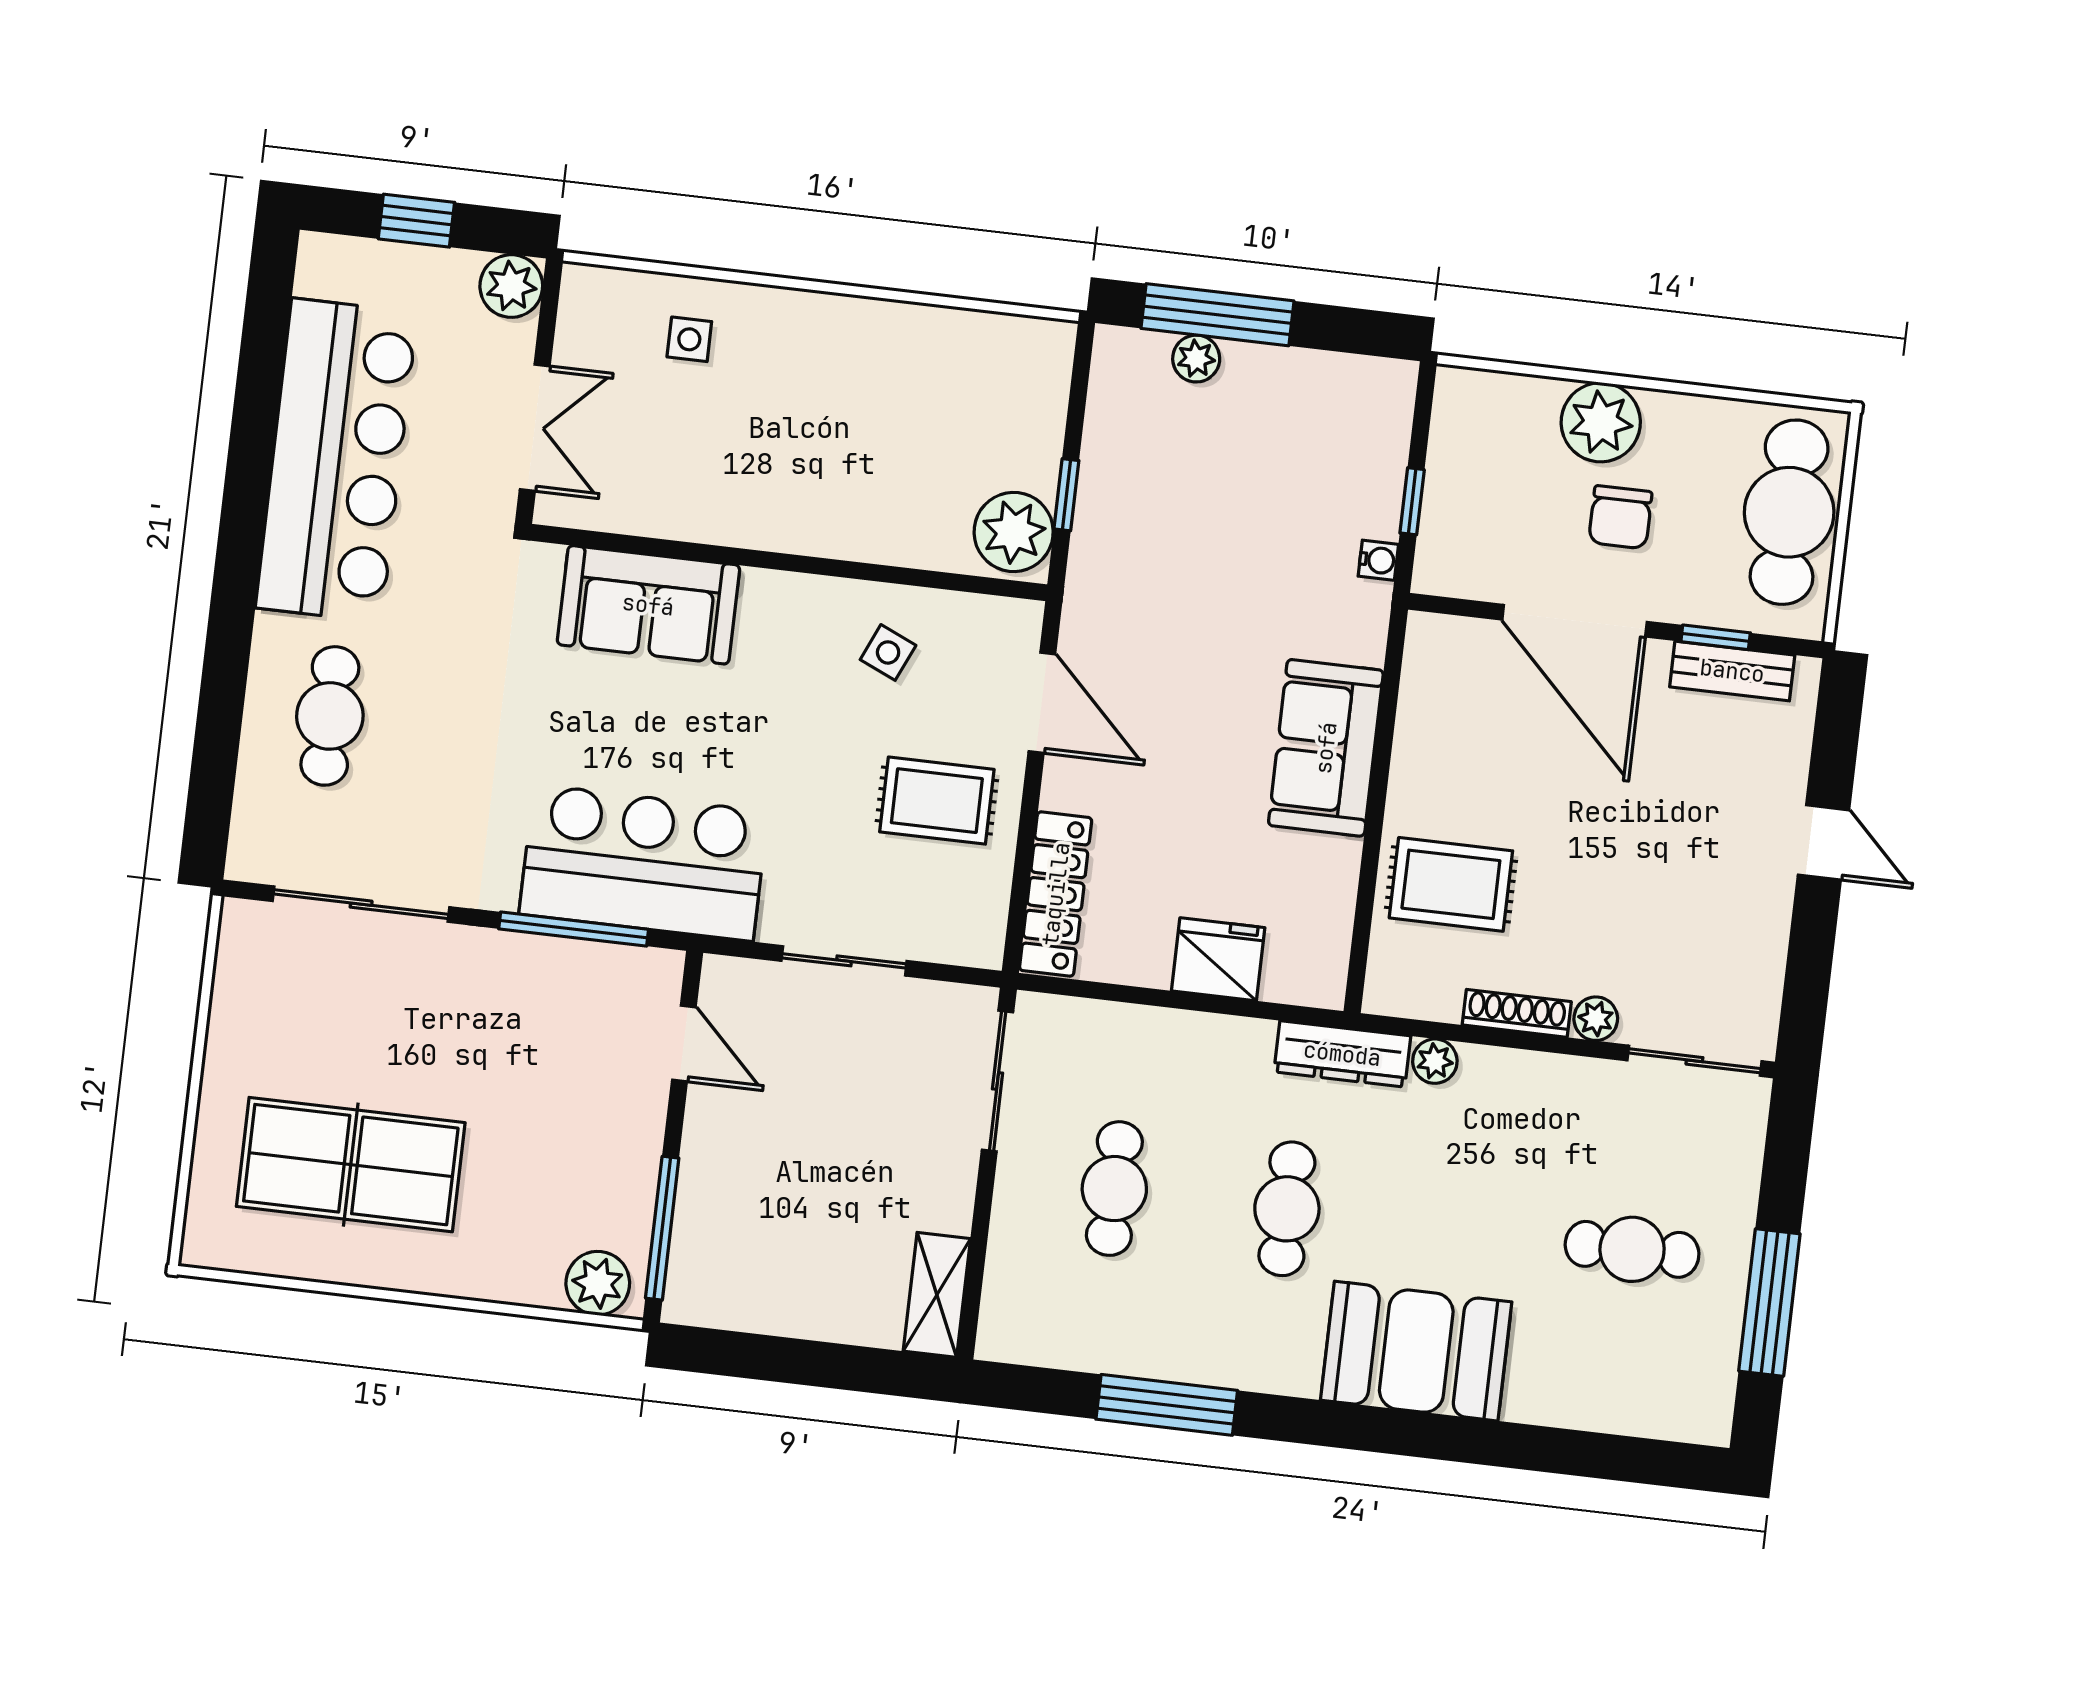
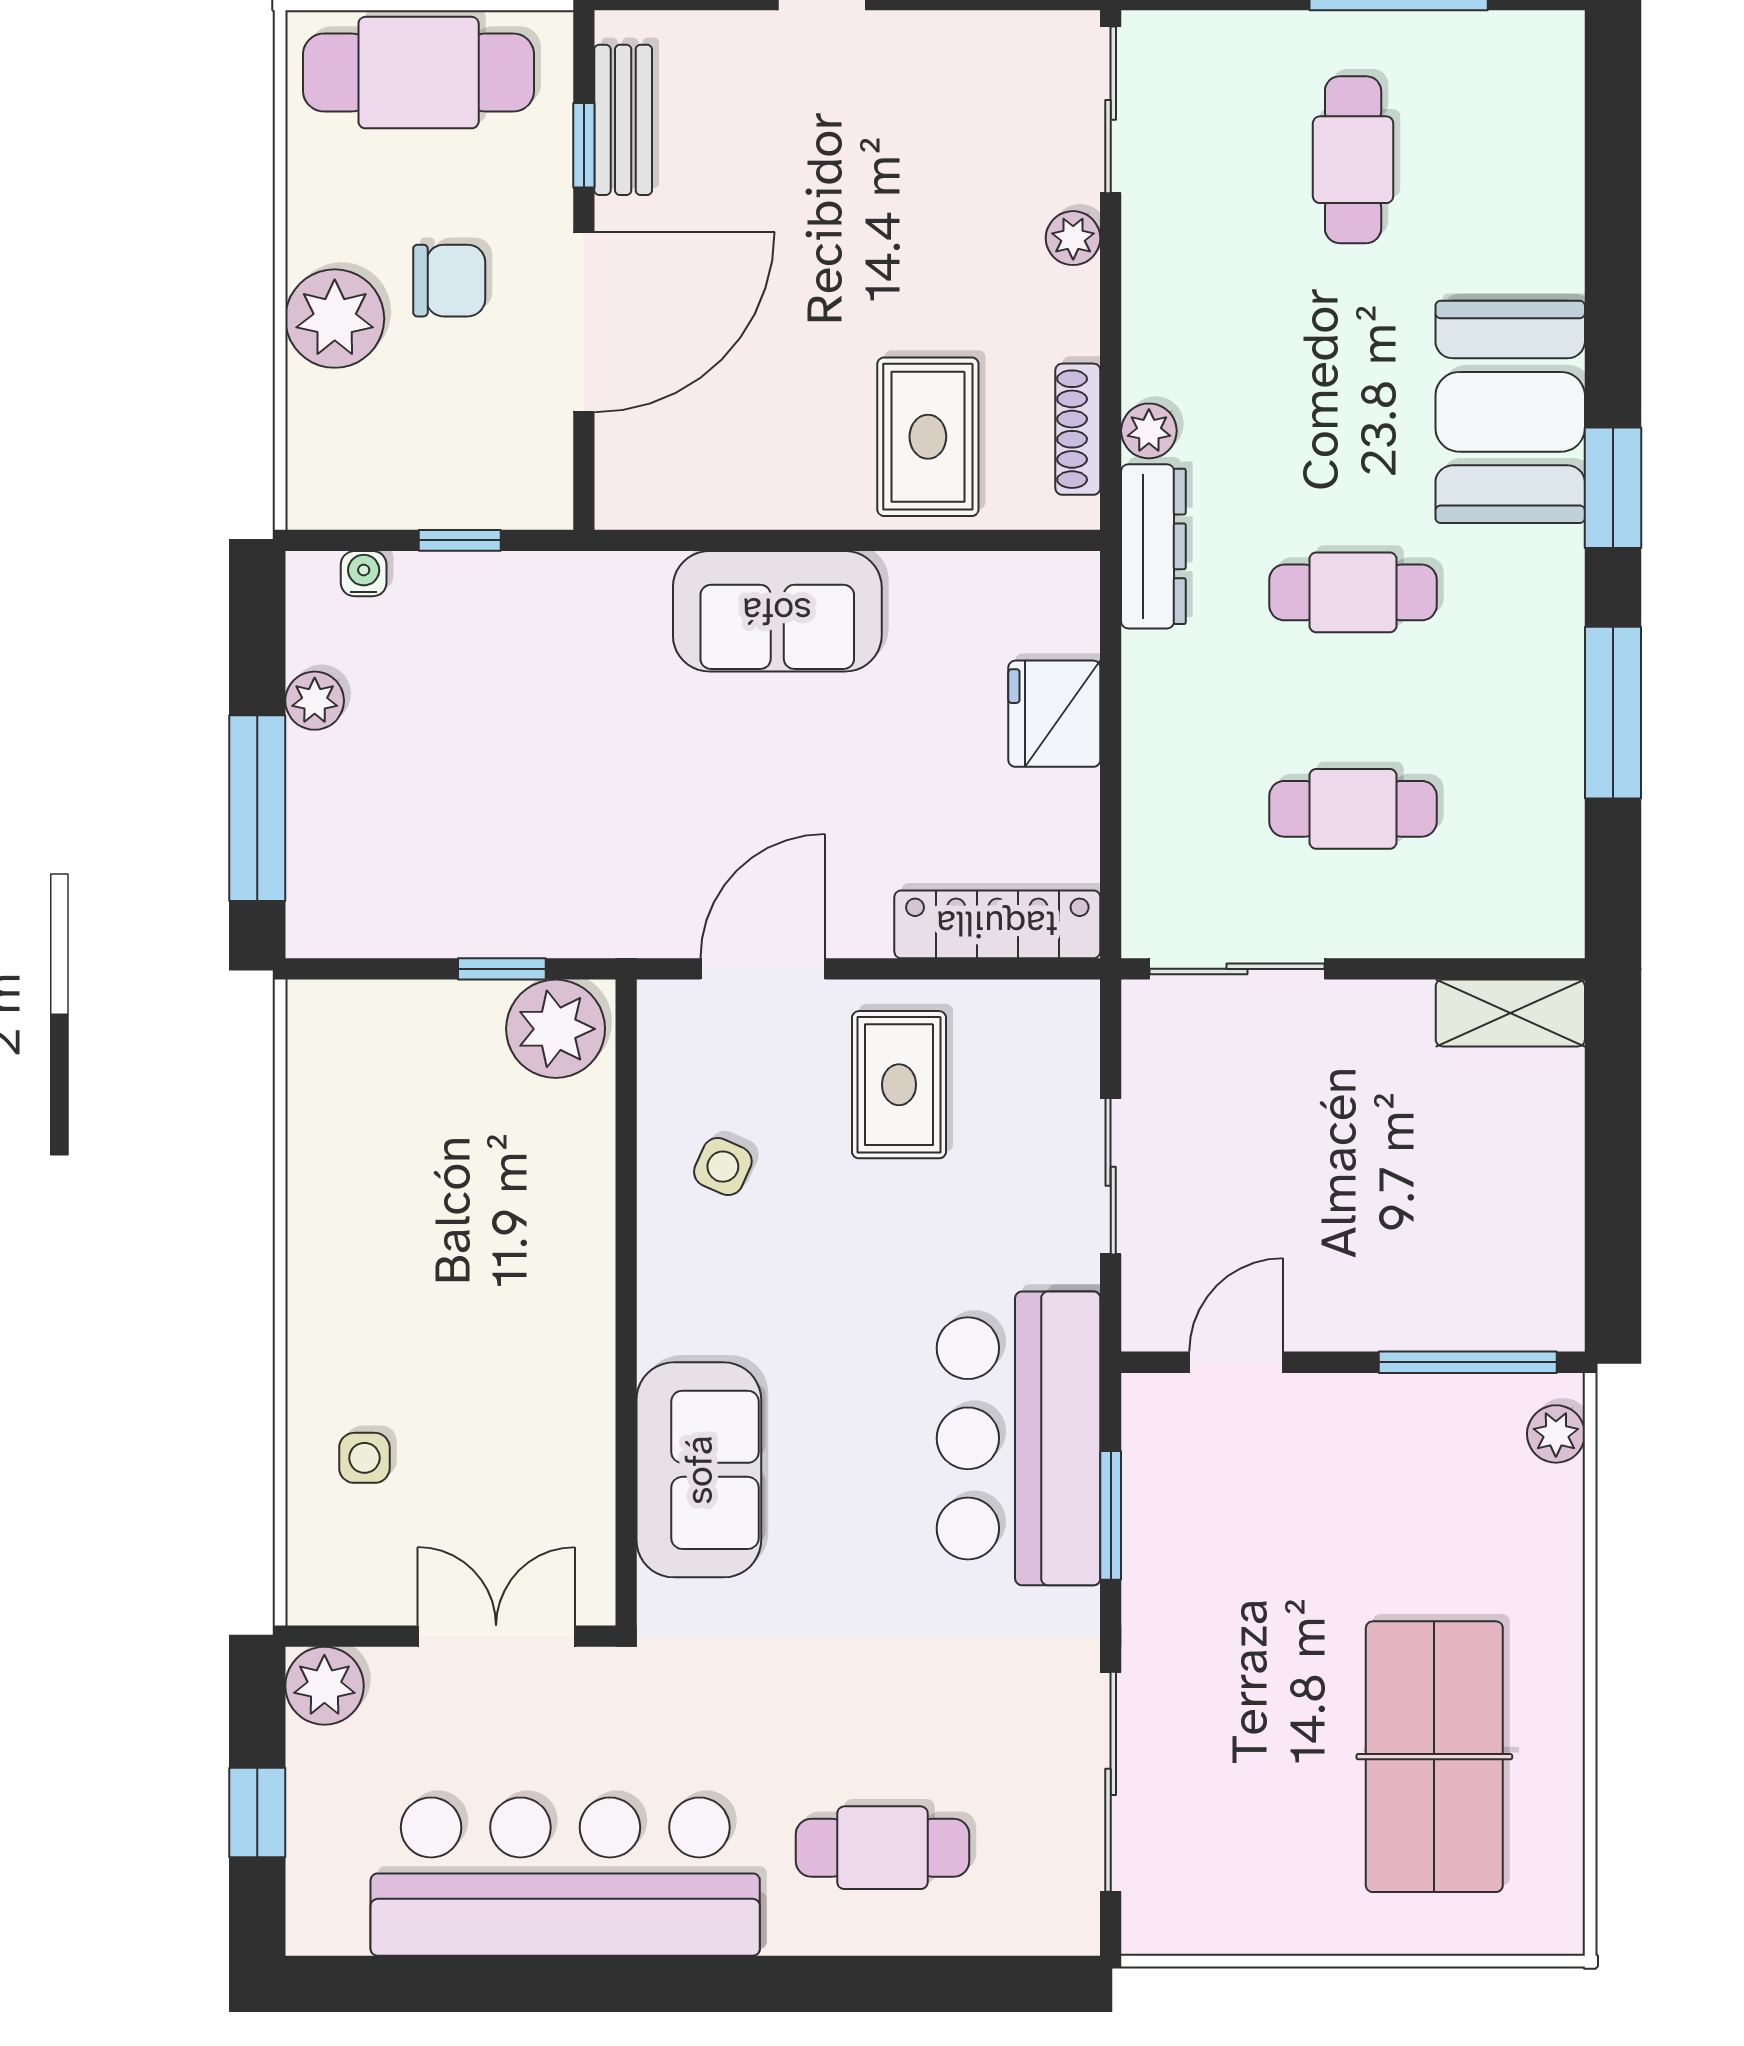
plant: (1196, 359) -> (315, 701), moved
water cooler: (1378, 560) -> (364, 574), moved
window: (574, 929) -> (1111, 1515), width x0.69
shoe rack: (1517, 1013) -> (1078, 429), moved
plant: (598, 1283) -> (1556, 1434), width x0.73, depth x0.73
window: (1346, 1426) -> (1613, 488), added

